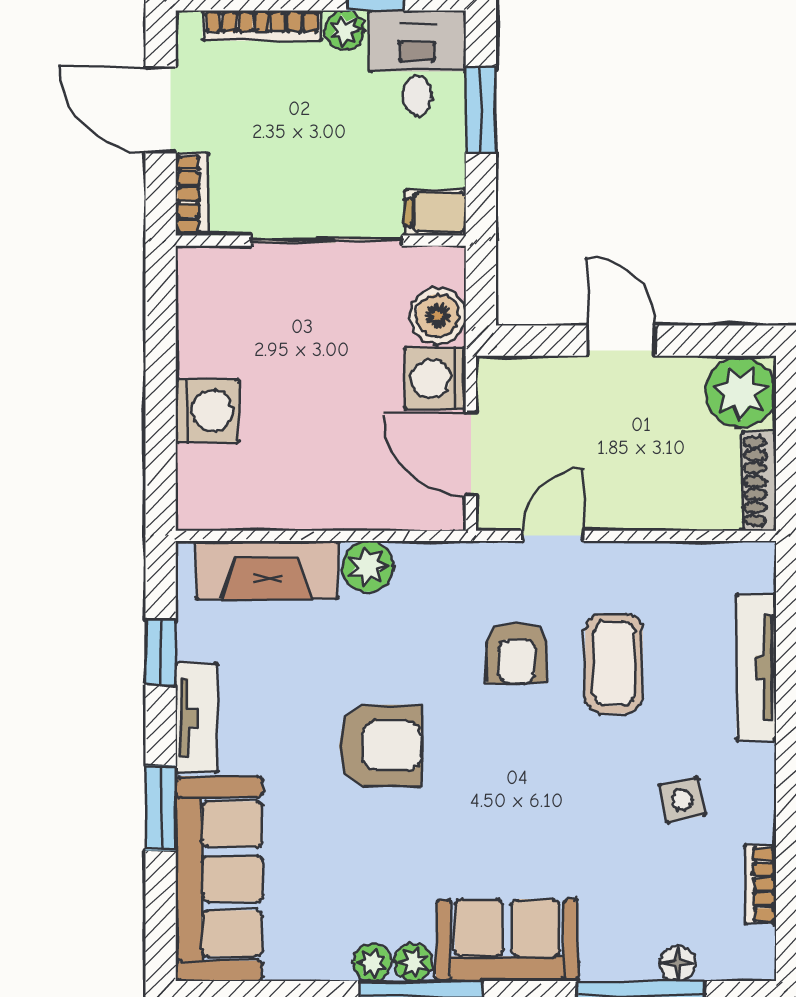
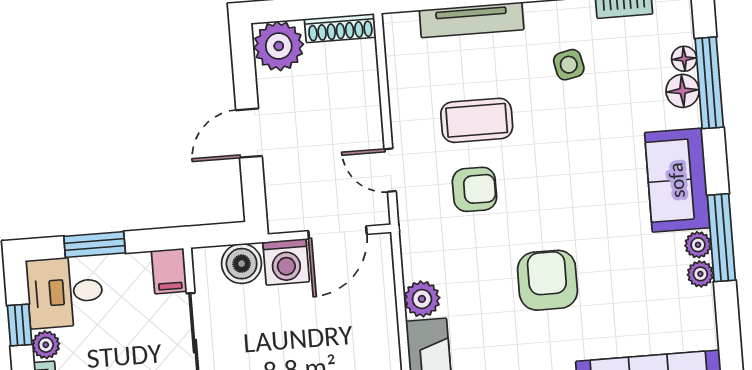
floor lamp: (633, 958) -> (683, 91), added

